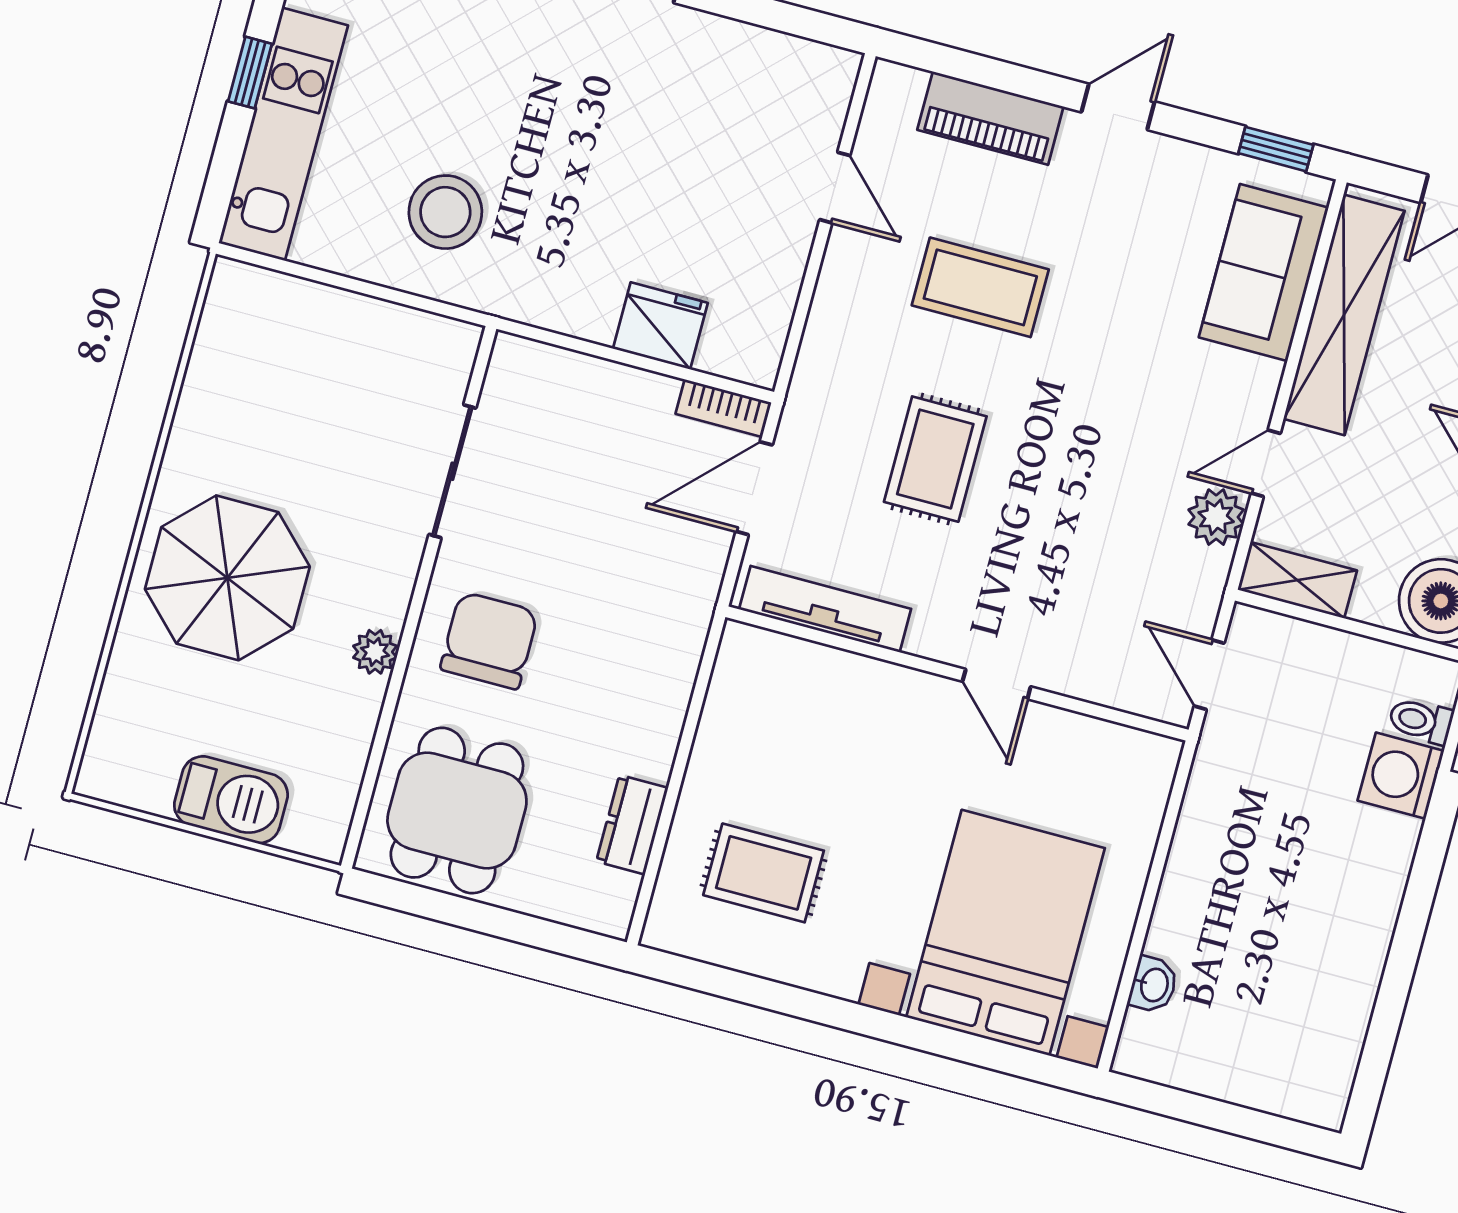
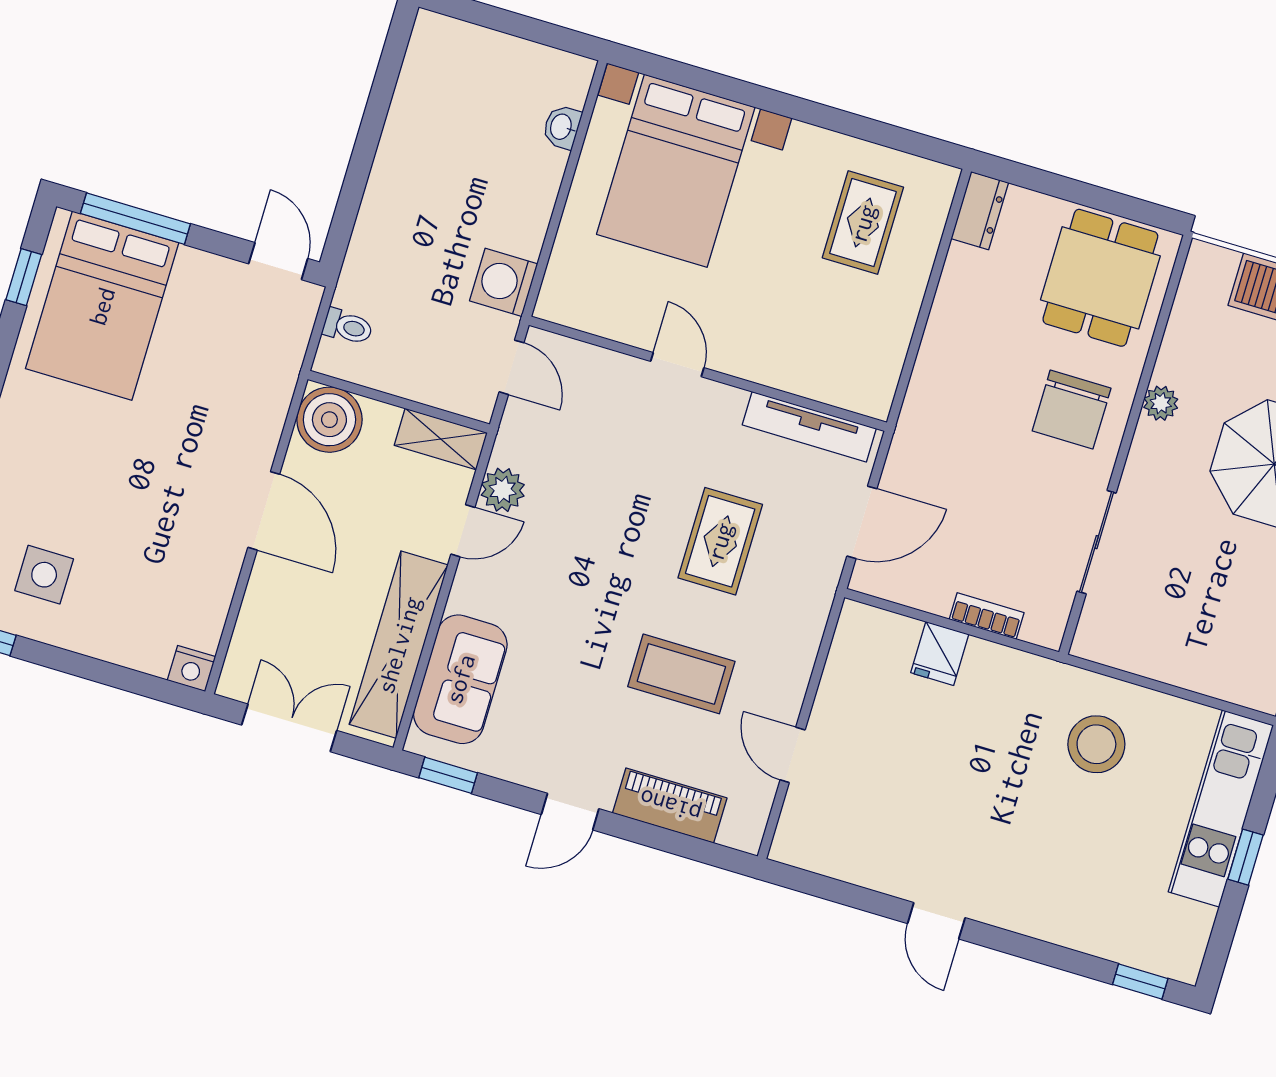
fridge: (660, 326) -> (940, 653), width x0.72
bookcase: (723, 408) -> (987, 616), moved
washing machine: (1401, 776) -> (504, 282), moved, turned 180
dresser: (632, 825) -> (980, 211), moved
rug: (764, 873) -> (863, 223), turned 90

